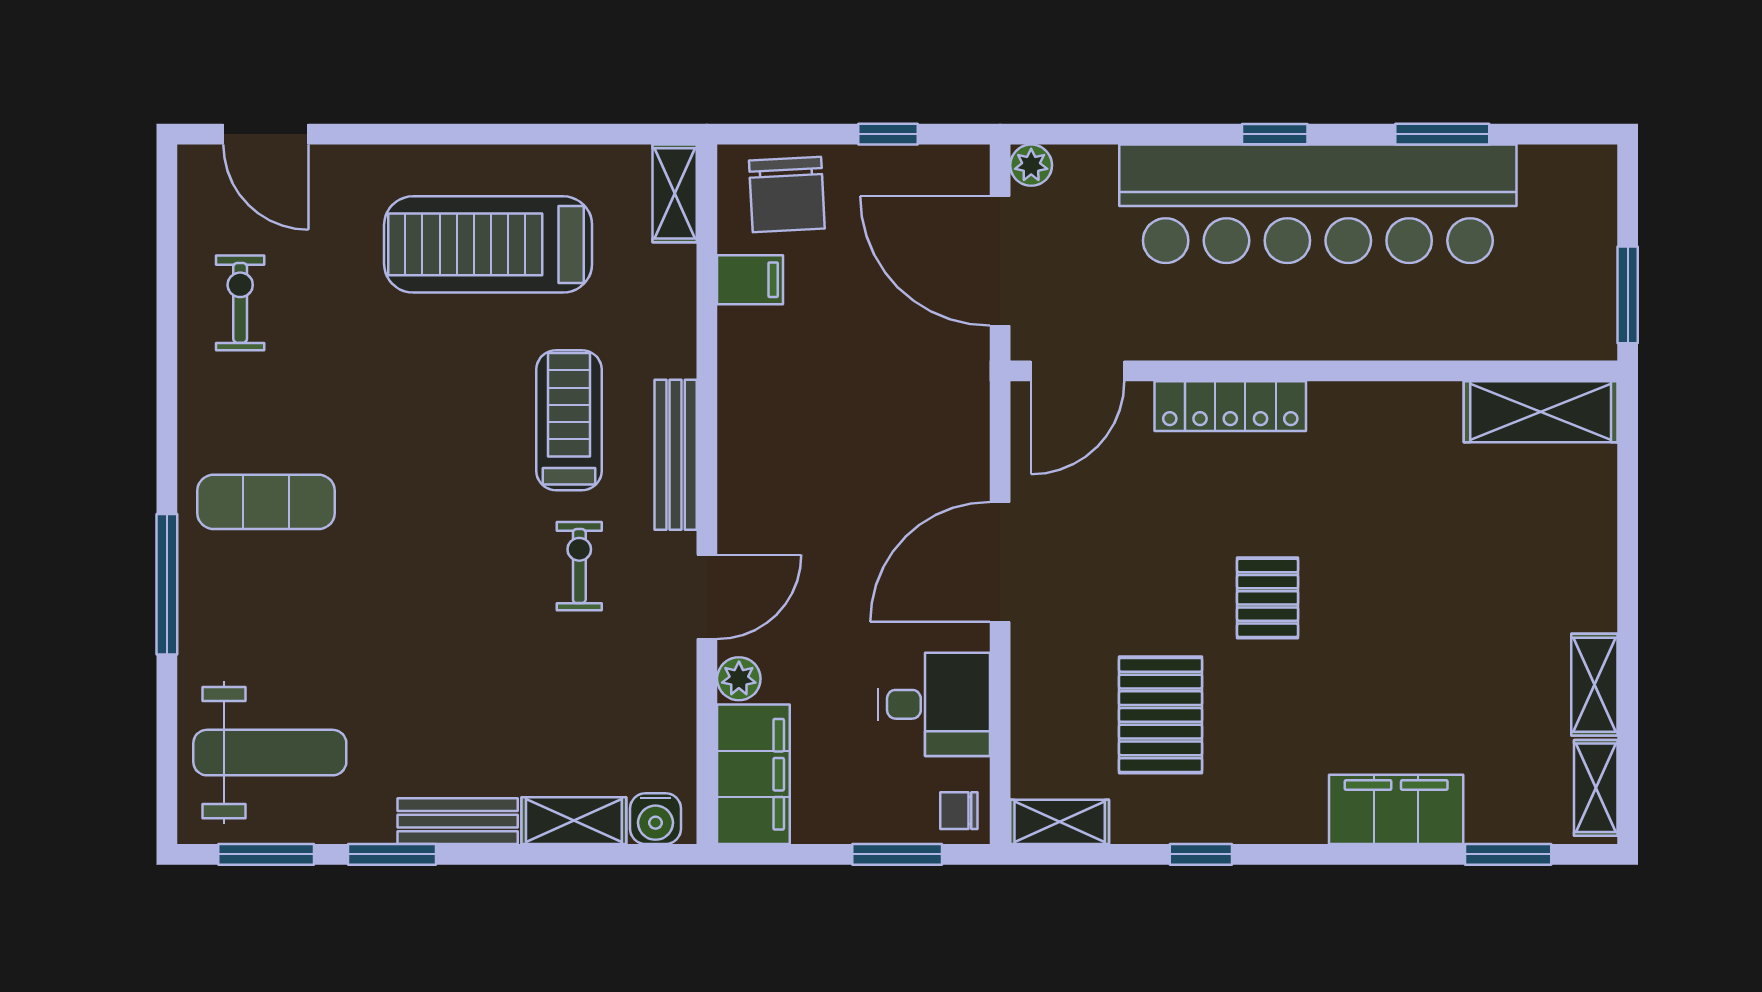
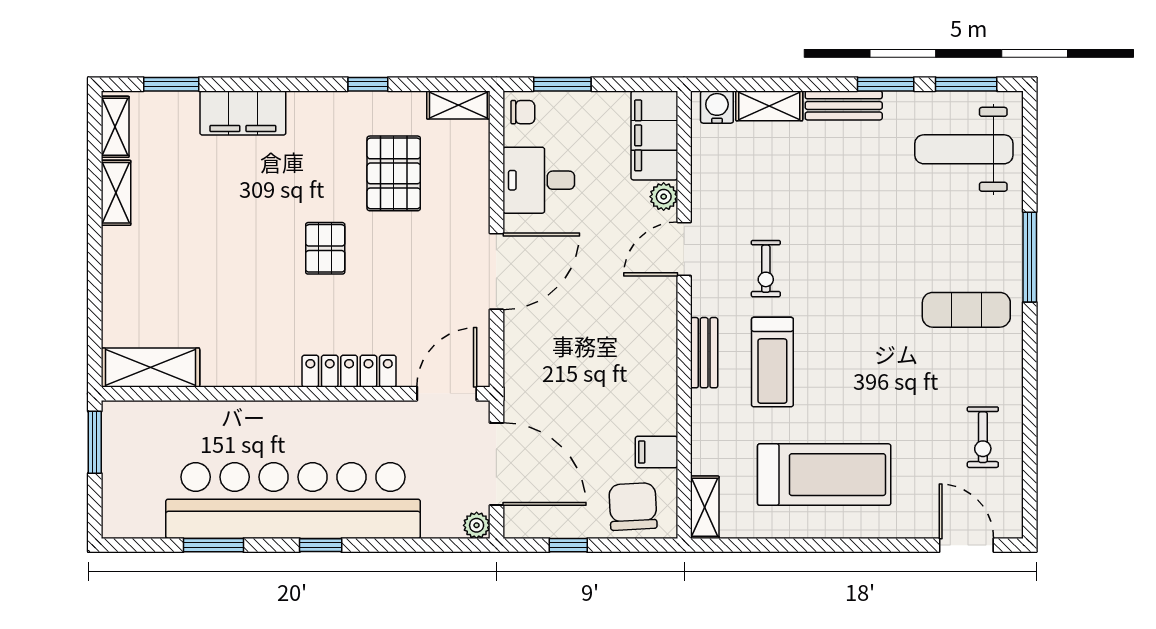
bench: (676, 455) -> (704, 353), width x0.73

